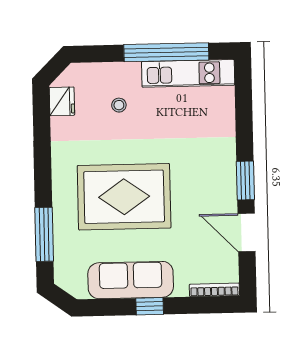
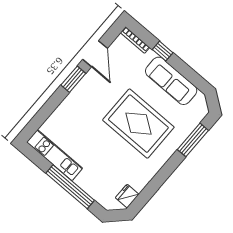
window: (166, 52) -> (70, 187), moved
stool: (119, 105) -> (101, 170), removed
window: (150, 306) -> (163, 51), moved

